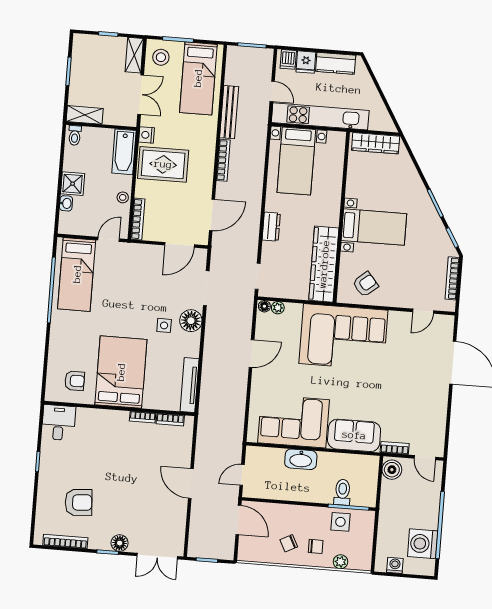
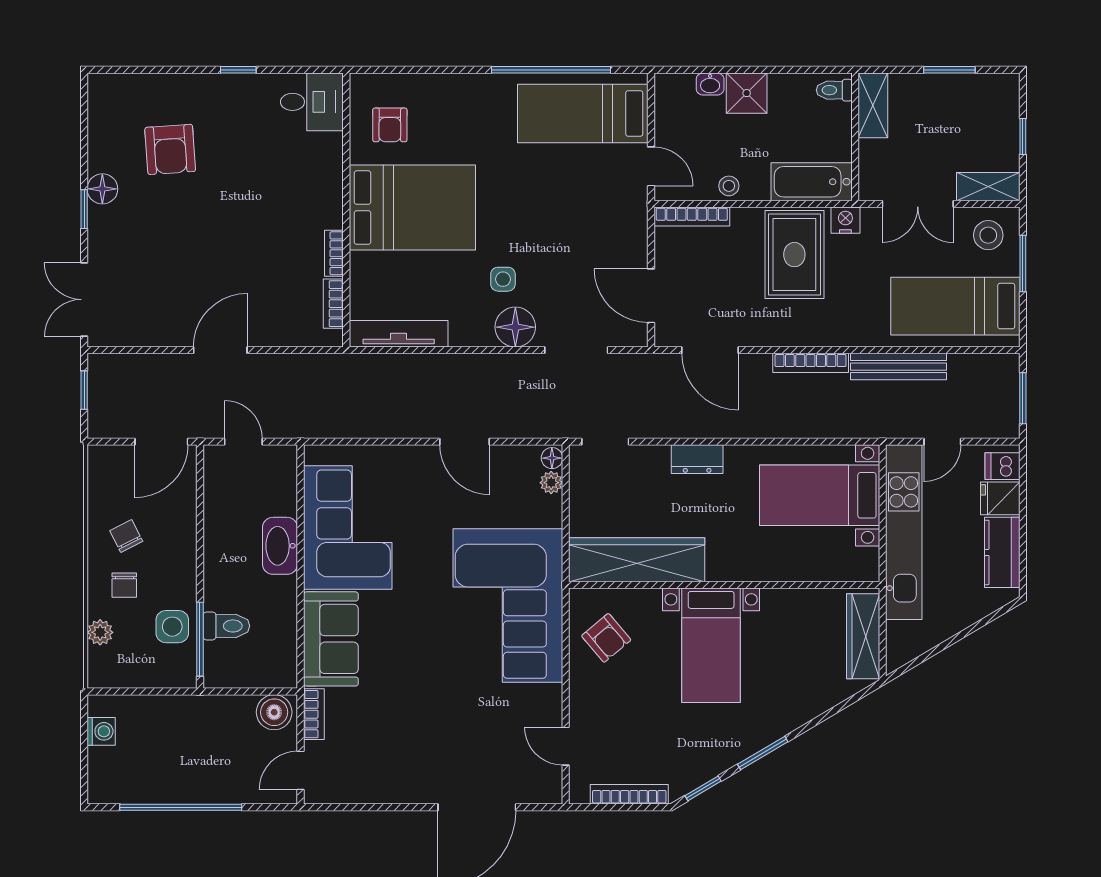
bookcase: (65, 542) -> (97, 131), removed
floor lamp: (120, 543) -> (102, 189), moved
washing machine: (423, 544) -> (144, 779), removed

